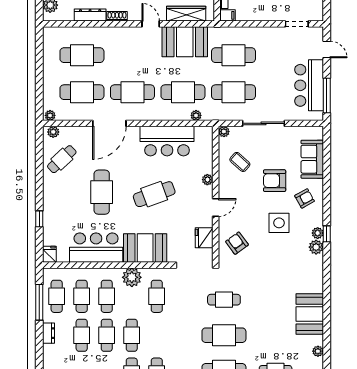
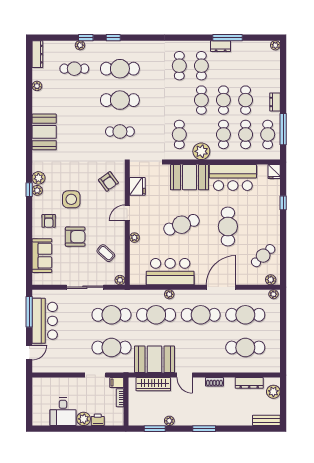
dresser: (90, 15) -> (249, 383), moved
doorway: (297, 24) -> (95, 375), moved
door: (327, 49) -> (29, 352), swing flipped
plant: (196, 115) -> (169, 294), moved
armchair: (305, 198) -> (49, 221), turned -61
booth: (310, 314) -> (44, 132), moved

